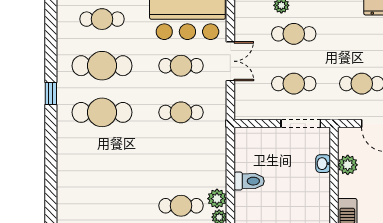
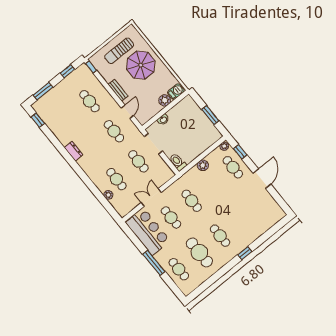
window: (51, 94) -> (245, 253), moved
cafe table: (102, 112) -> (220, 236), width x0.73, depth x0.74
plant: (348, 165) -> (165, 100), moved
toilet: (249, 181) -> (178, 162), moved
plant: (217, 199) -> (203, 165), moved

